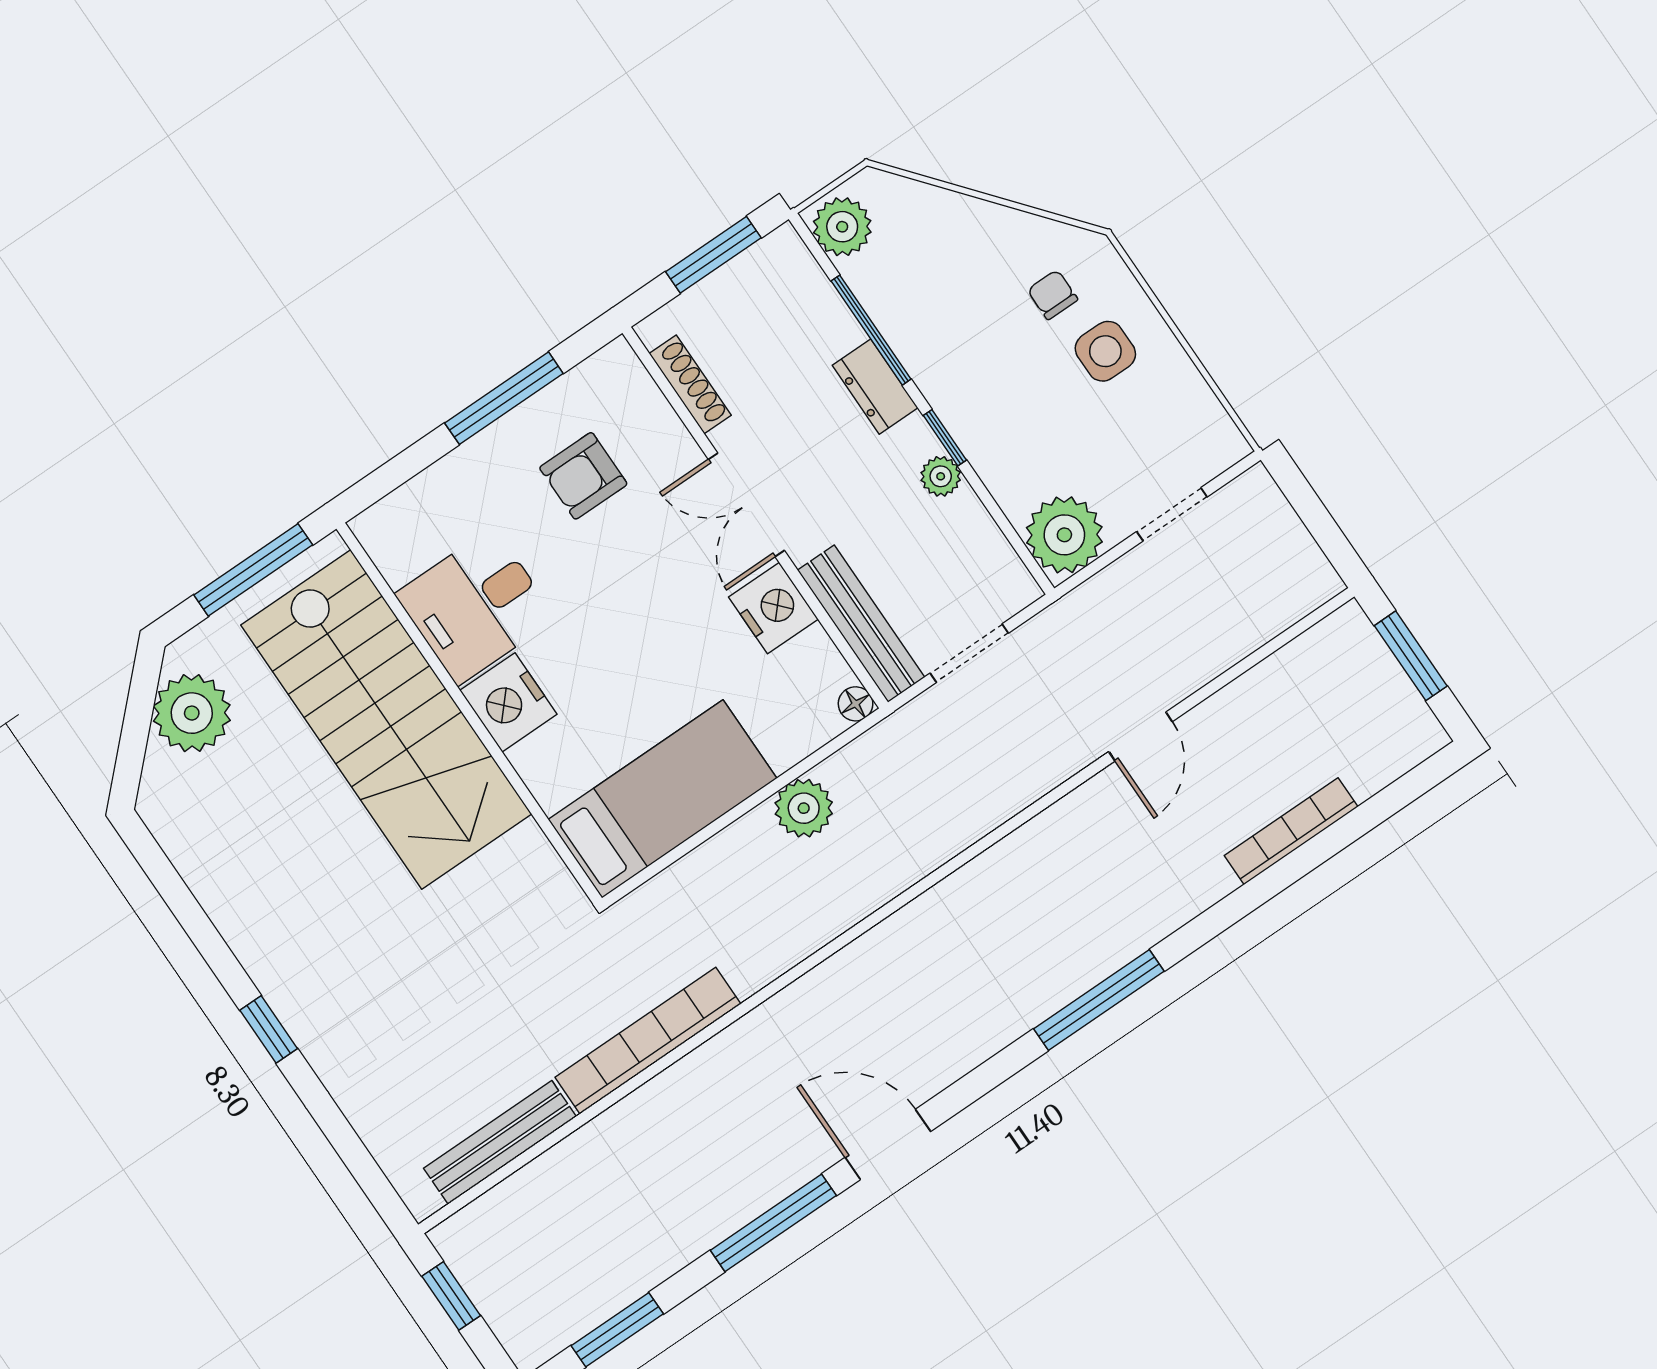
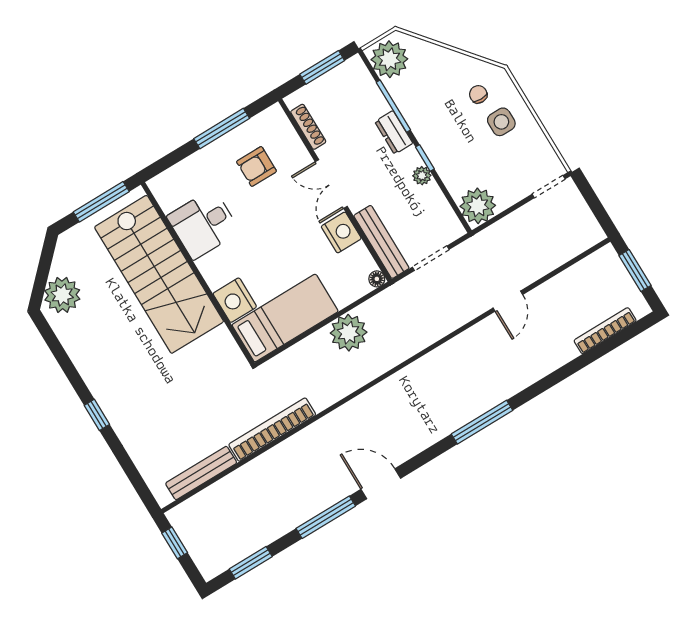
plant: (842, 227) -> (389, 59), width x1.36, depth x1.36
doorway: (1172, 514) -> (549, 187), moved
nightstand: (508, 702) -> (235, 300), moved
plant: (192, 713) -> (62, 295), moved
plant: (804, 808) -> (349, 333), width x1.36, depth x1.36
bookcase: (1291, 831) -> (605, 331), moved

